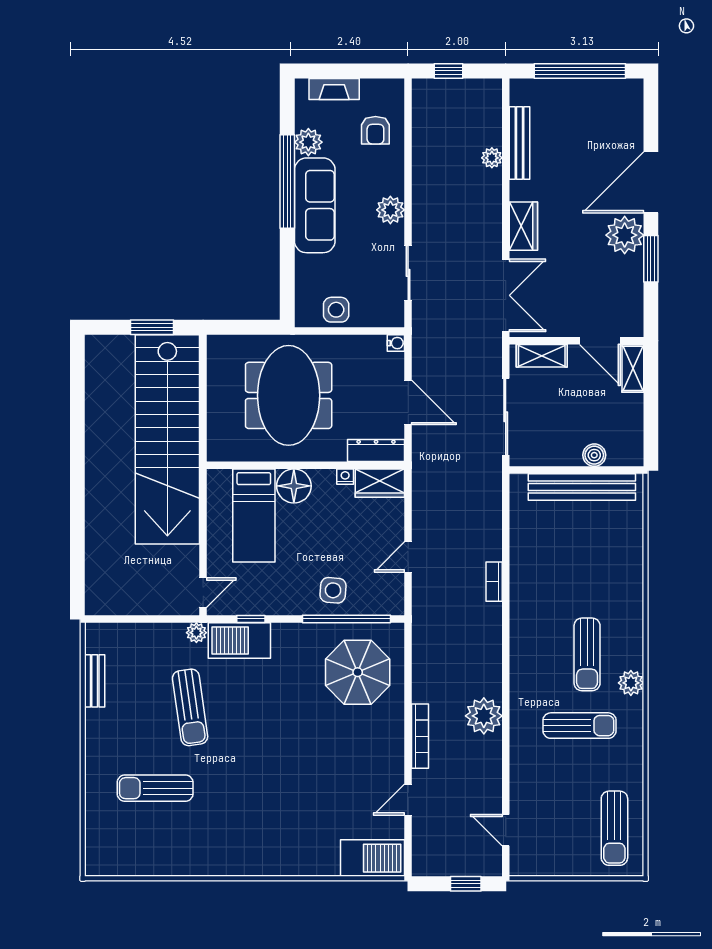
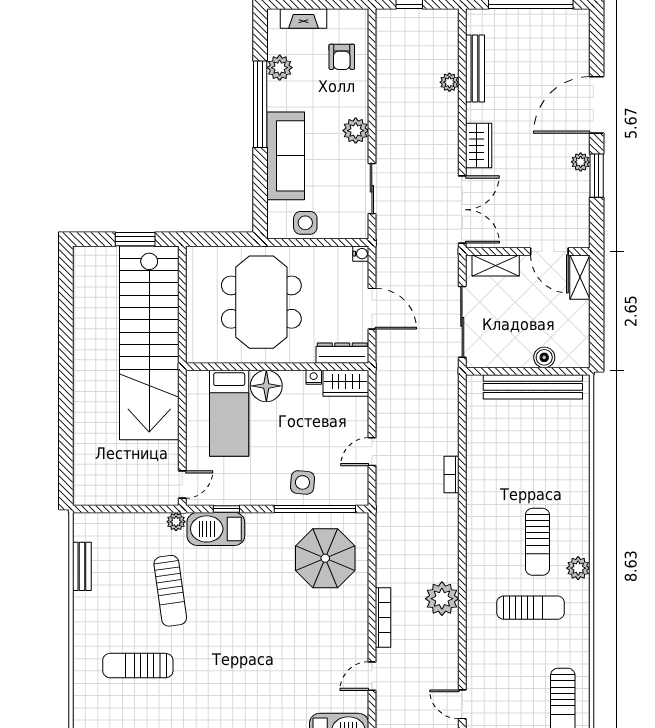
sofa: (315, 205) -> (286, 156), moved
plant: (625, 235) -> (581, 162), width x0.53, depth x0.53

